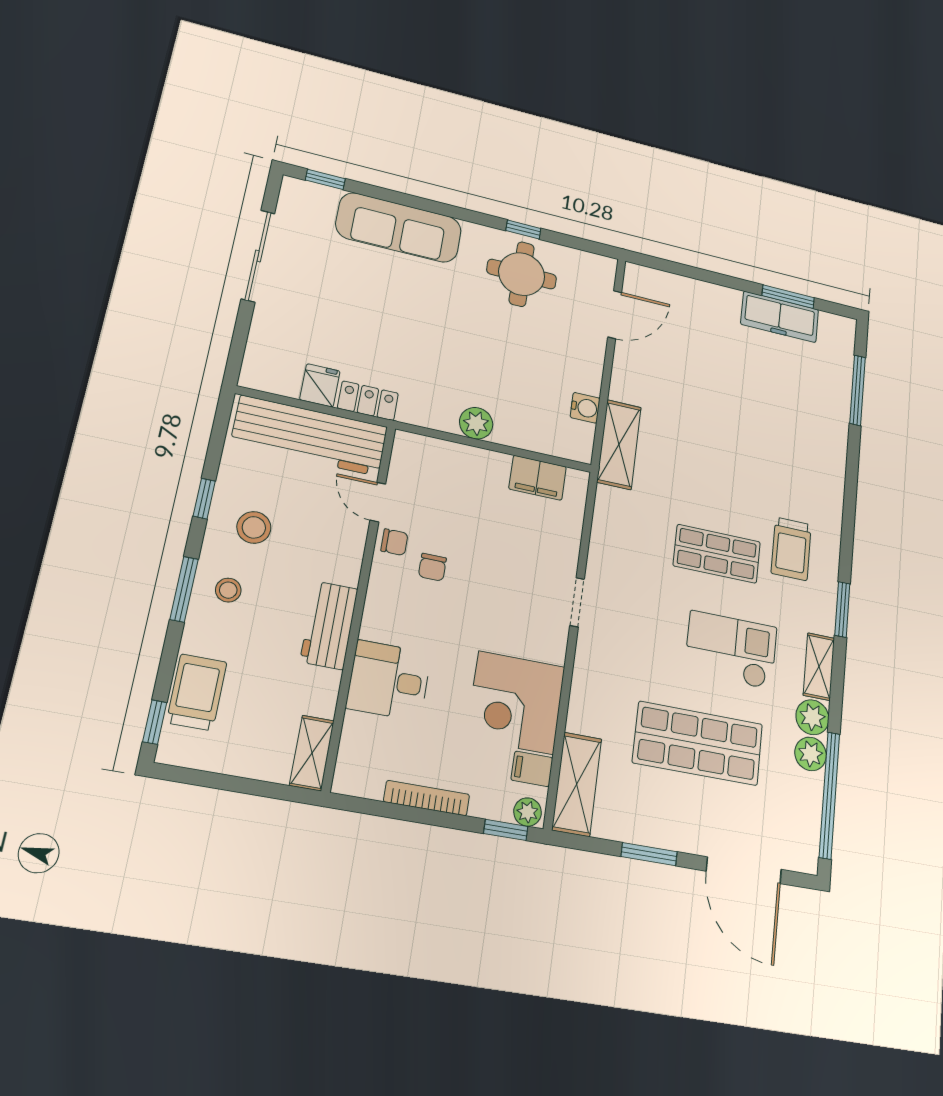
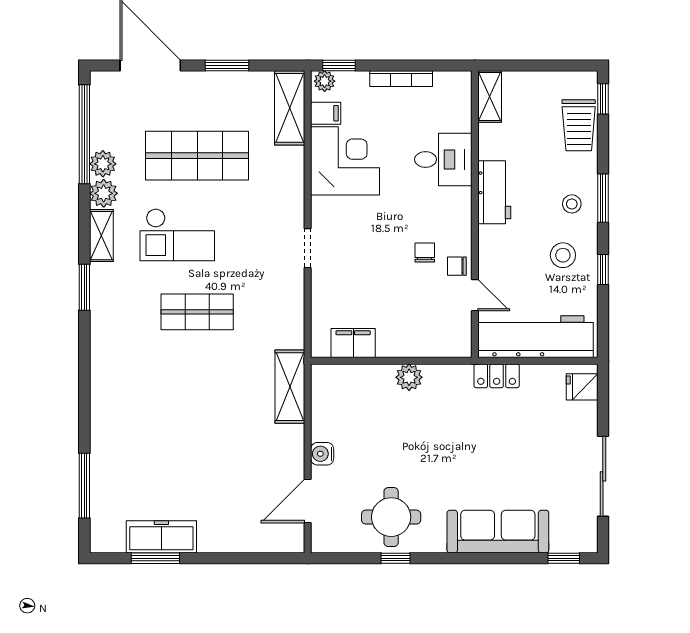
fridge: (320, 385) -> (582, 387), moved, turned 90
water cooler: (585, 408) -> (322, 454), moved
trolley: (791, 549) -> (133, 330), removed

